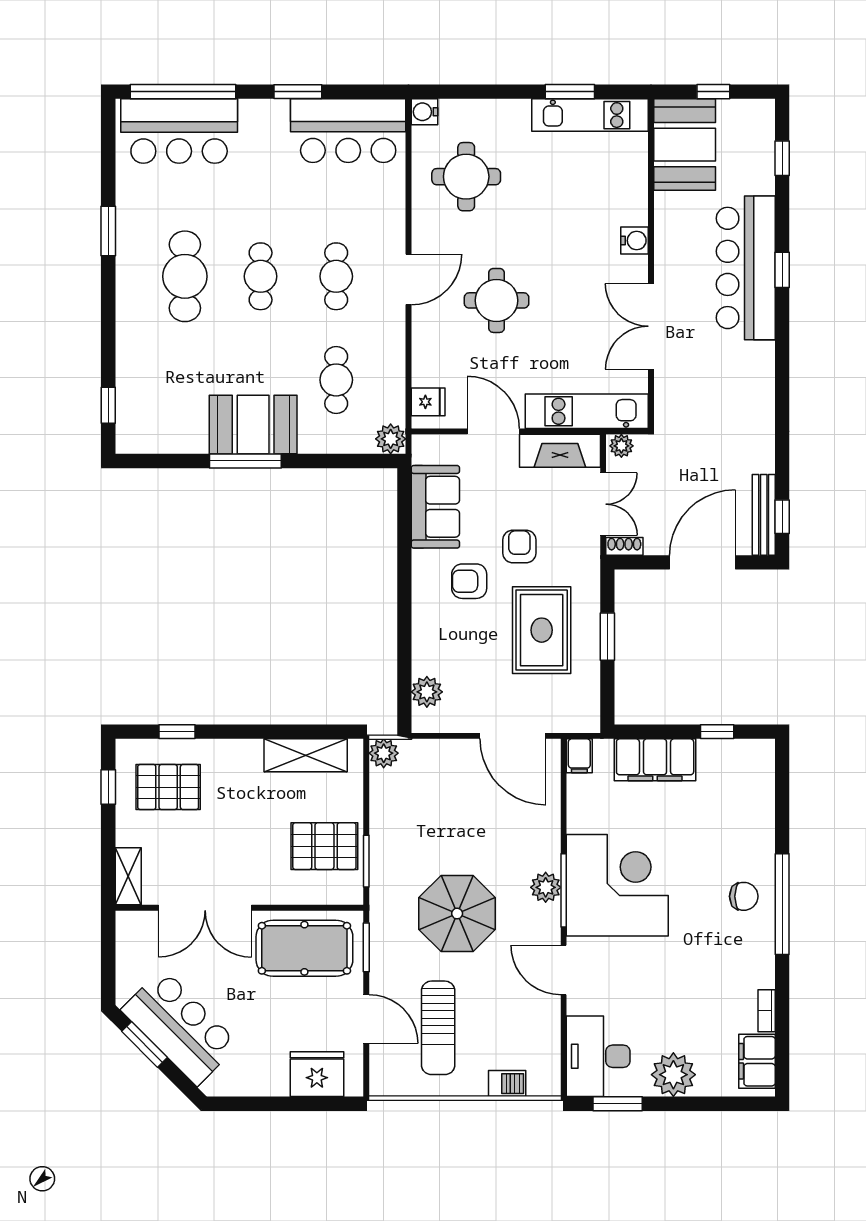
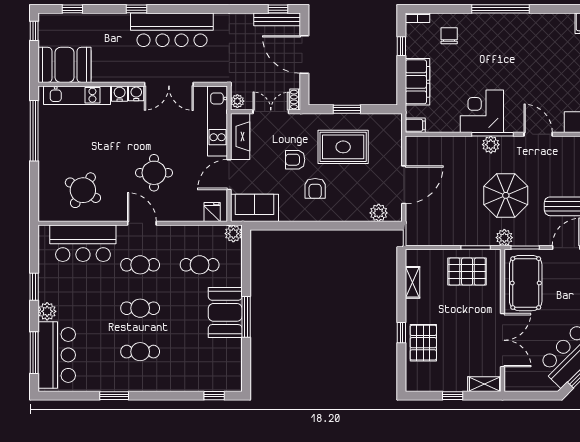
window: (183, 92) -> (34, 353), width x0.68
window: (570, 92) -> (34, 131), width x2.11
window: (713, 92) -> (34, 31), moved
water cooler: (424, 112) -> (136, 93), moved, turned 180
plant: (255, 114) -> (47, 311), added
kitchen unit: (590, 115) -> (77, 95), moved, turned 90
bar counter: (348, 131) -> (83, 243), moved, turned 90
round table: (466, 177) -> (83, 190), turned 31
bar counter: (746, 268) -> (172, 30), moved
cafe table: (185, 276) -> (140, 352), width x0.73, depth x0.74
sofa: (435, 507) -> (255, 208), moved
window: (177, 732) -> (401, 333), moved
door: (513, 736) -> (404, 185), moved
plant: (384, 753) -> (504, 238), moved
shelving: (306, 755) -> (413, 282), width x0.67, depth x0.75
window: (108, 787) -> (453, 396), moved
pallet: (168, 787) -> (423, 343), moved
pallet: (324, 846) -> (467, 272), turned 90
corner desk: (617, 885) -> (482, 111), width x0.74, depth x0.74
chair: (744, 896) -> (449, 36), moved
door: (564, 970) -> (538, 134), swing flipped
bookcase: (767, 1011) -> (418, 18), moved

